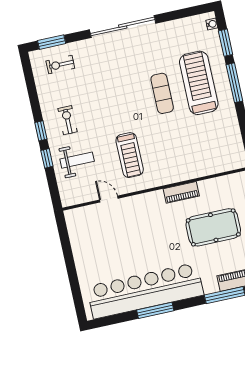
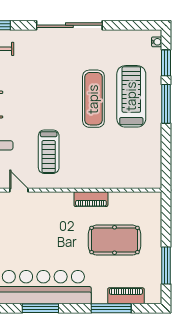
exercise mat: (162, 93) -> (93, 99), width x1.36, depth x1.45

